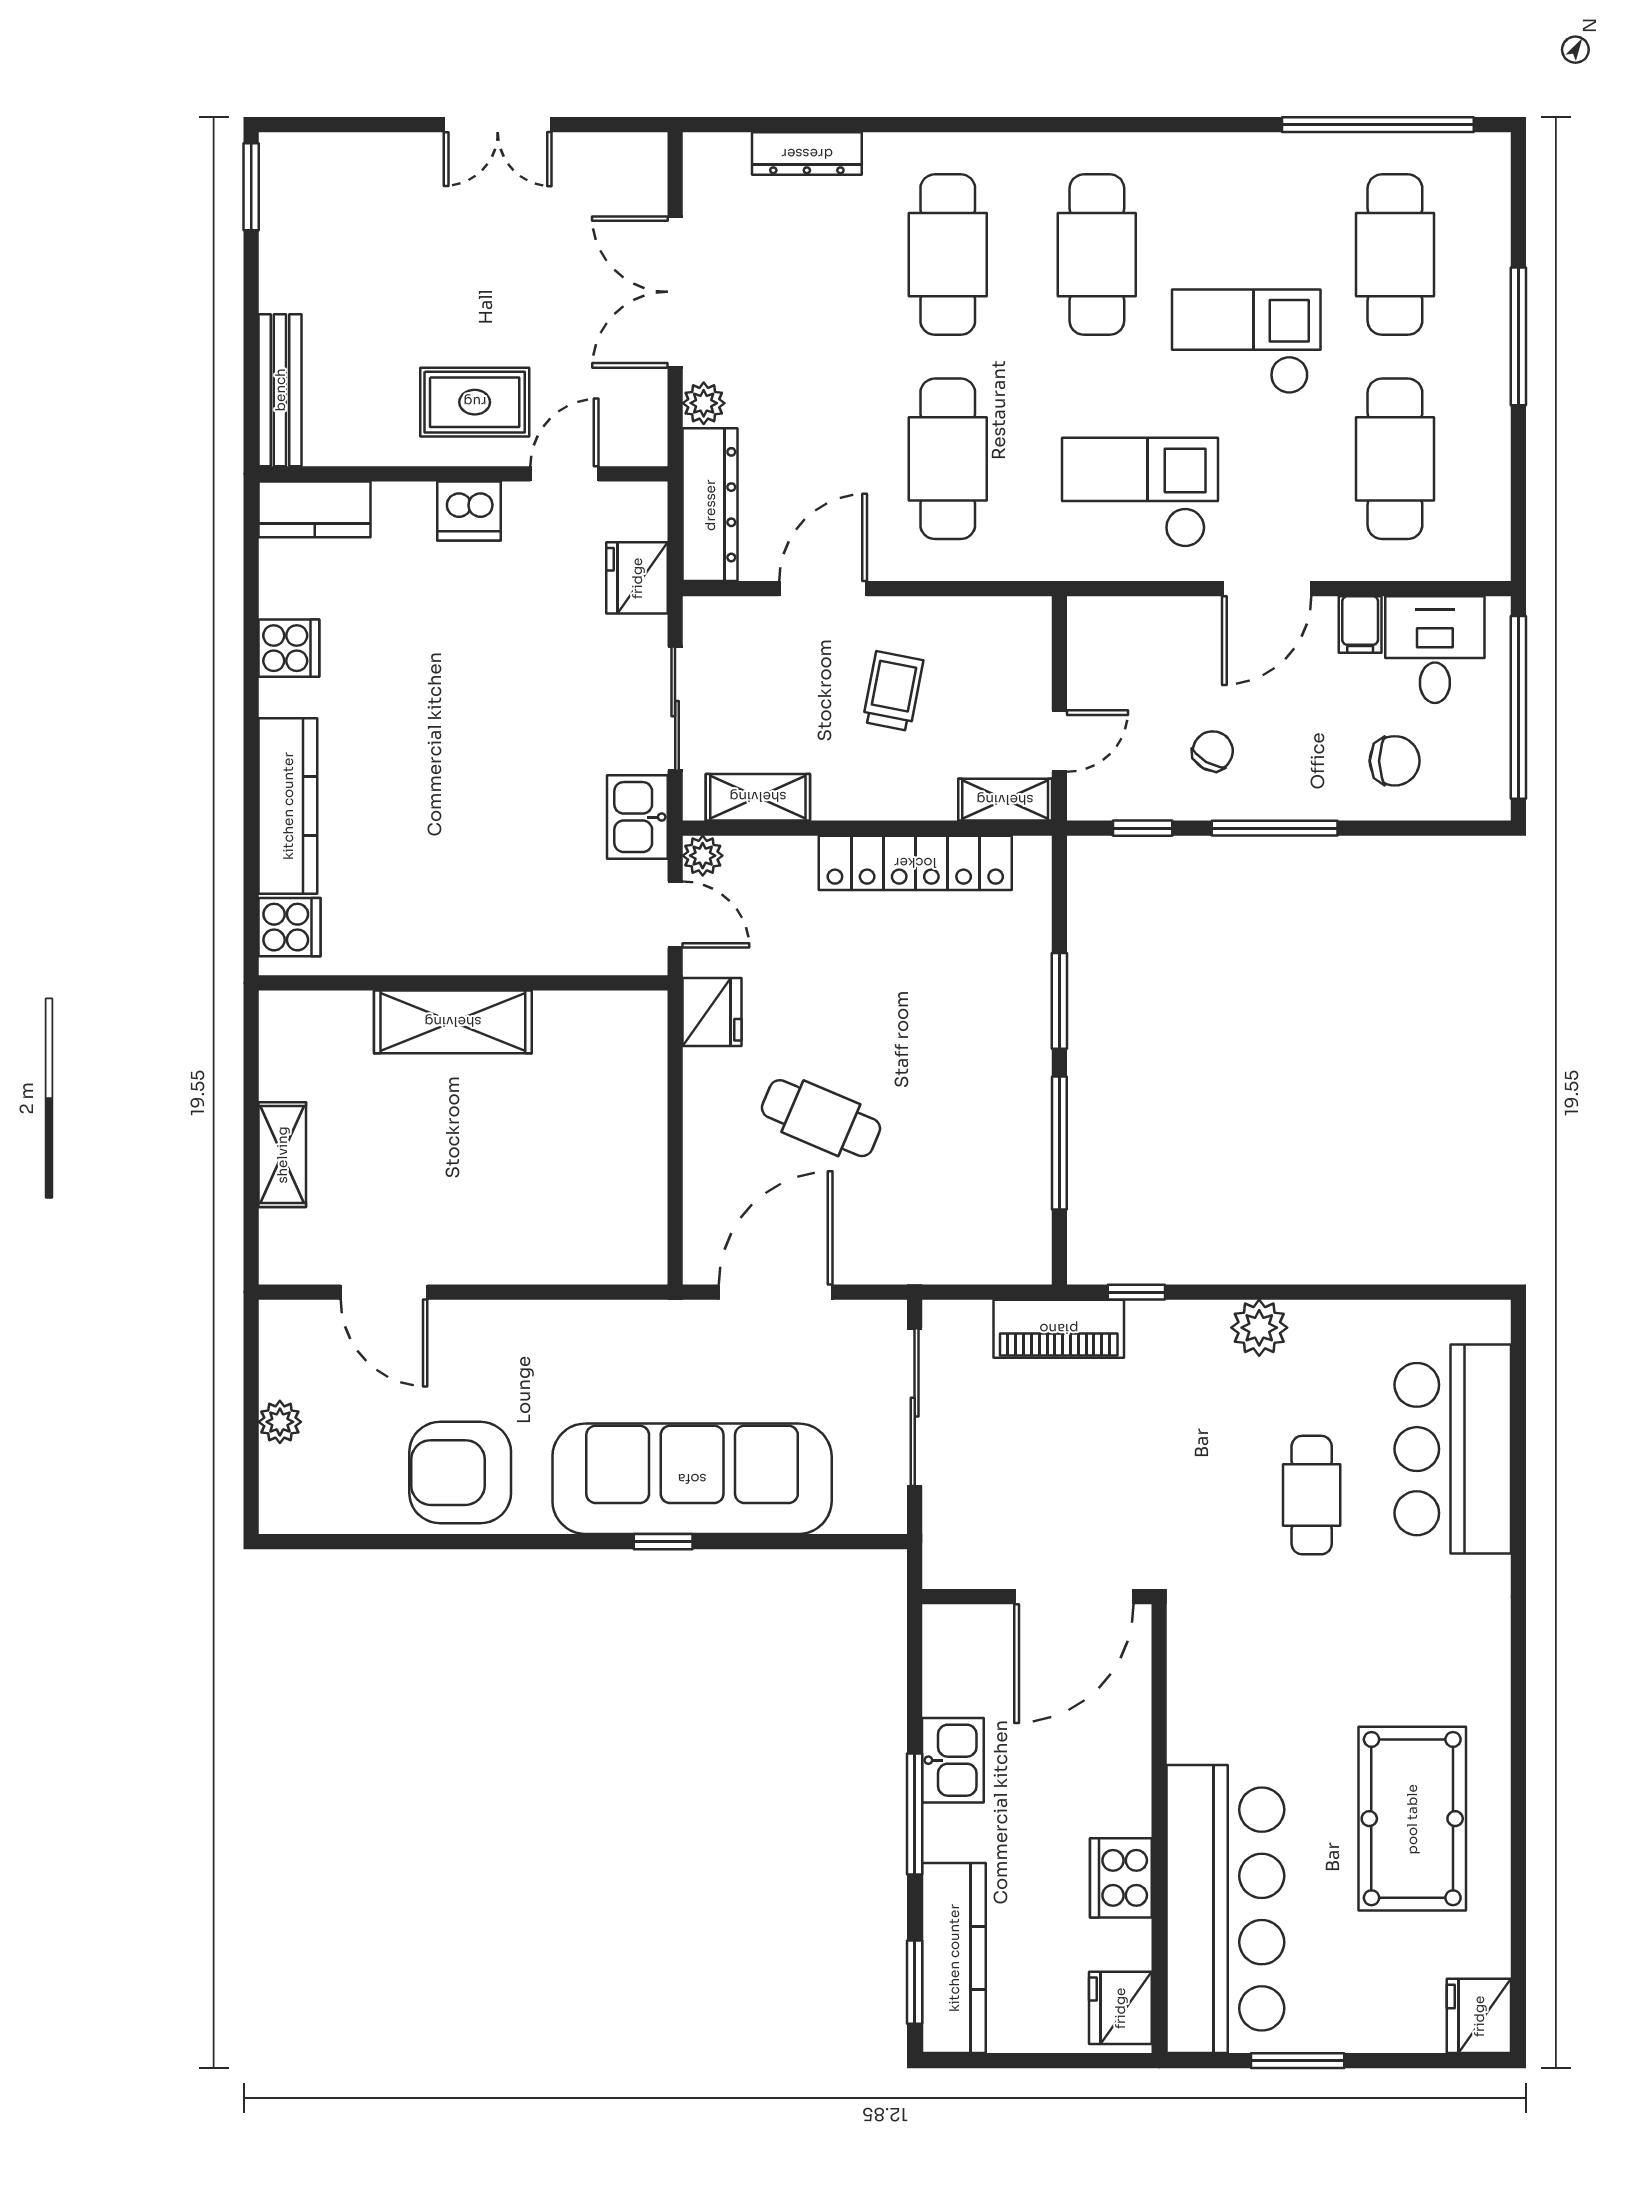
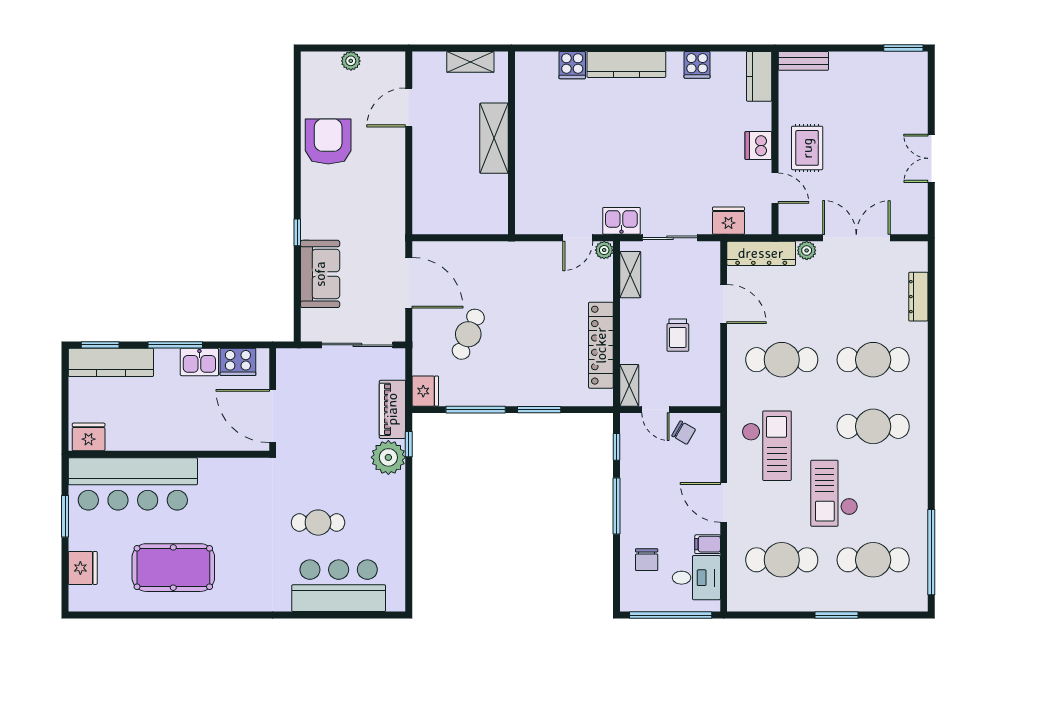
window: (1518, 336) -> (837, 615), width x0.69
checkout: (1246, 342) -> (834, 493), turned 180
bench: (280, 390) -> (803, 61), width x0.73
trolley: (893, 691) -> (678, 335), turned 79
chair: (1213, 751) -> (684, 433), moved
wall: (463, 983) -> (512, 143), moved
fridge: (712, 1012) -> (425, 391), moved, turned -90
shelving: (453, 1022) -> (494, 138), moved
cafe table: (821, 1118) -> (468, 334), moved
plant: (1259, 1328) -> (388, 457), moved, width x1.36, depth x1.36
sofa: (692, 1479) -> (320, 274), width x0.54, depth x0.79
cooker: (1121, 1878) -> (238, 362), moved, turned 180
fridge: (1479, 2016) -> (83, 568), moved, turned 90

